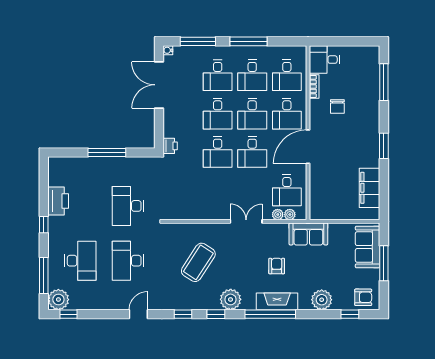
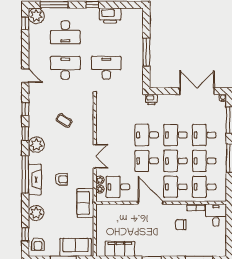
coffee table: (198, 262) -> (64, 121), width x0.54, depth x0.58

